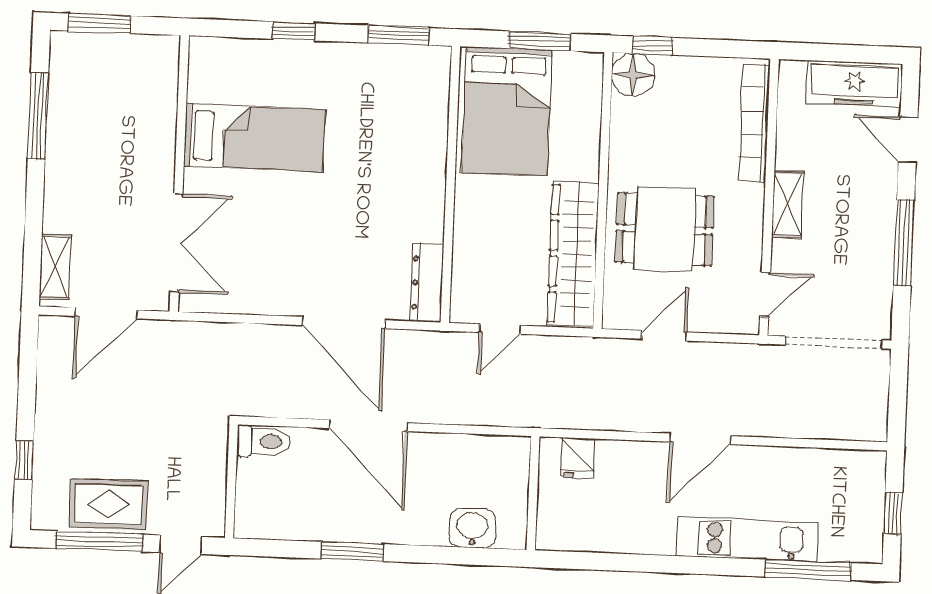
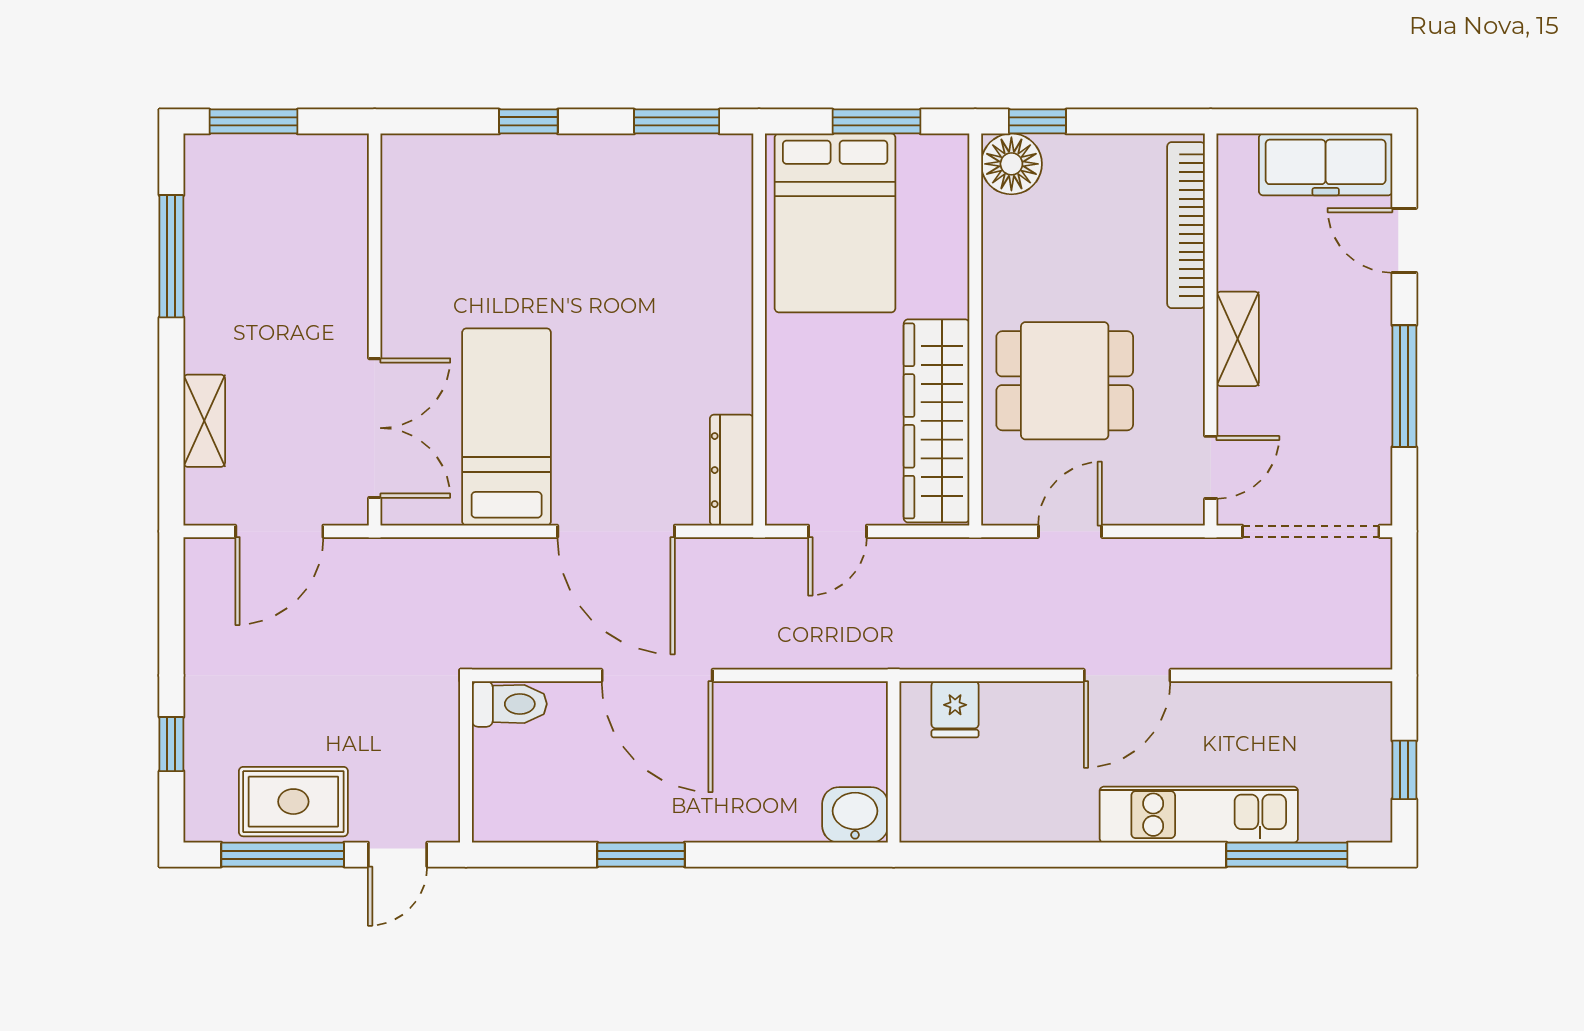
bed: (254, 138) -> (507, 427), moved, turned -90
shelving: (55, 266) -> (204, 421), moved
washbasin: (473, 528) -> (855, 815), moved

